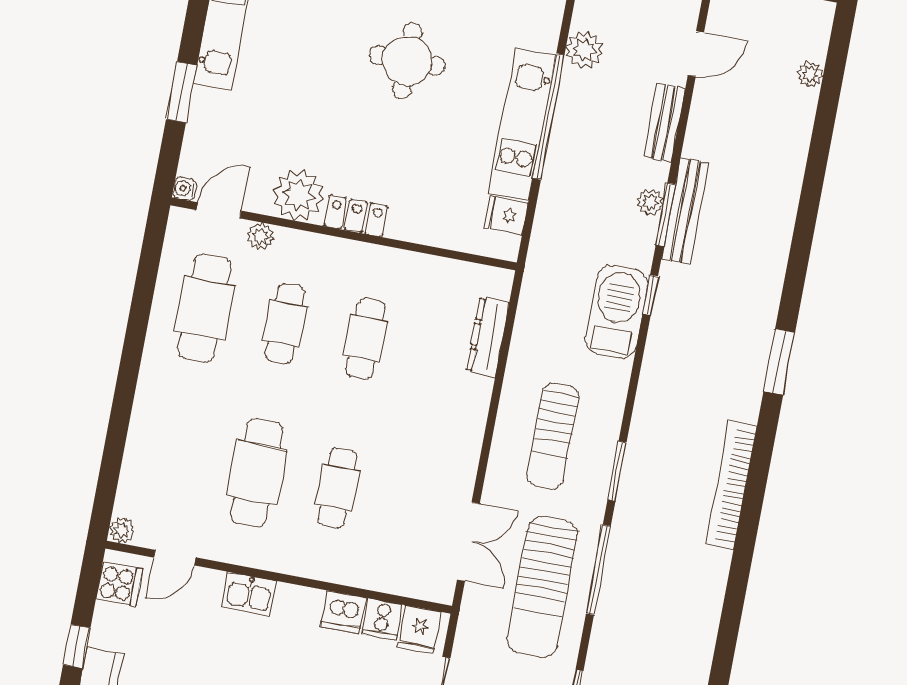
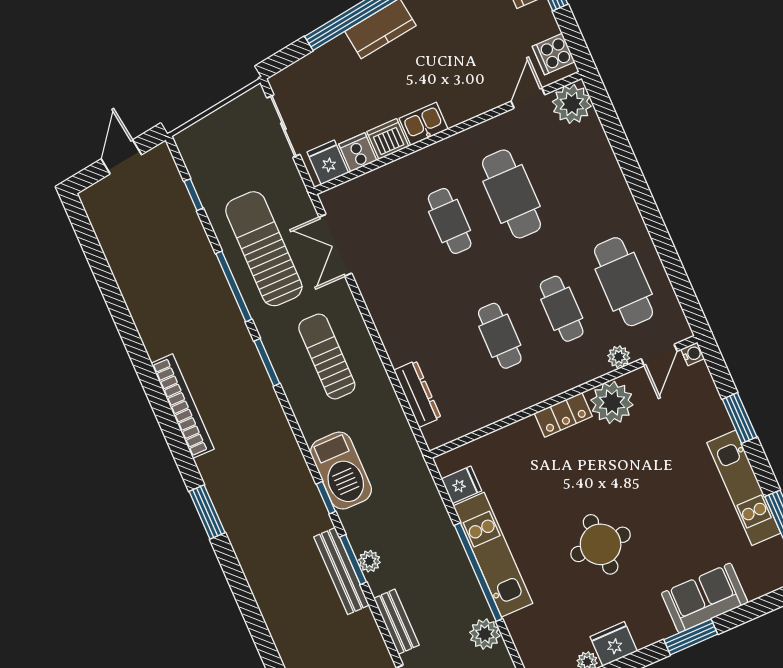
plant: (122, 530) -> (572, 104), width x1.88, depth x1.88
kitchen sink: (249, 594) -> (424, 124), moved

